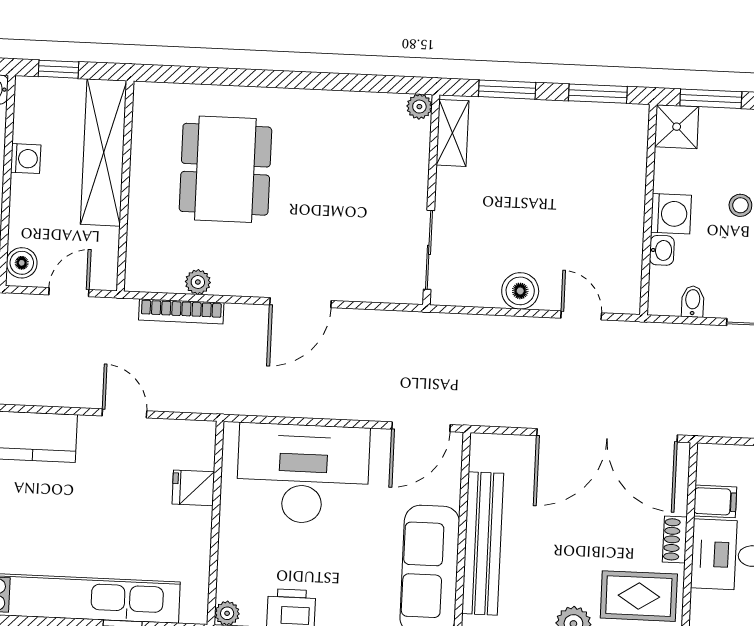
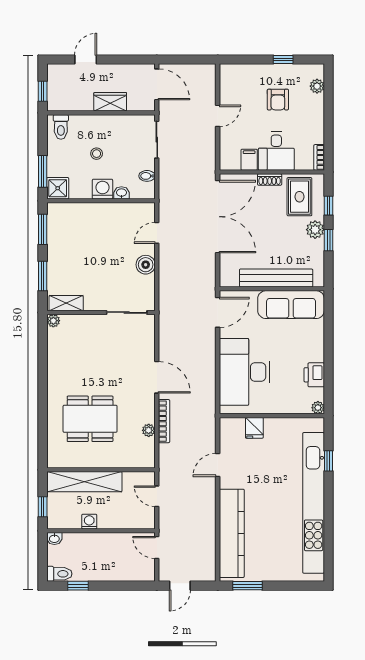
boiler: (22, 263) -> (143, 521), removed
bookcase: (181, 311) -> (164, 421), moved
door: (421, 427) -> (218, 312), hinge flipped

